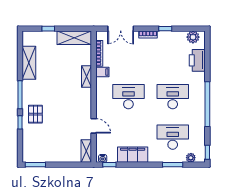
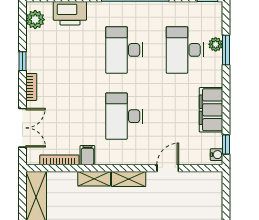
shelving: (86, 151) -> (129, 179), moved
plant: (191, 158) -> (216, 44), moved

